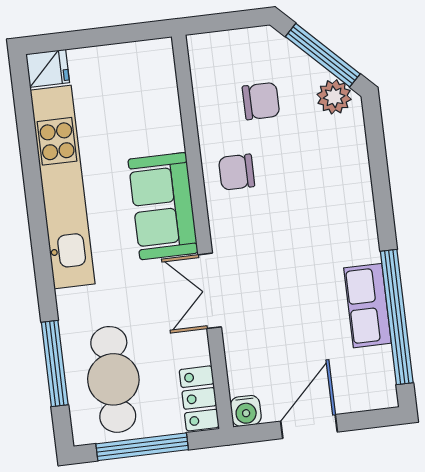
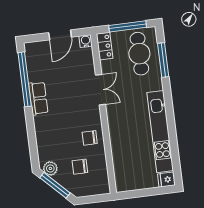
chair: (237, 172) -> (90, 138), turned 180
sofa: (163, 206) -> (119, 124), removed
row of seats: (368, 306) -> (38, 98), moved

